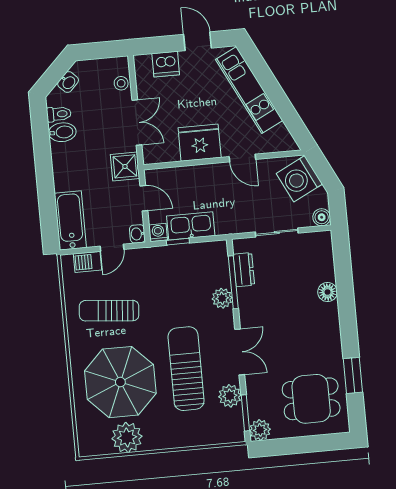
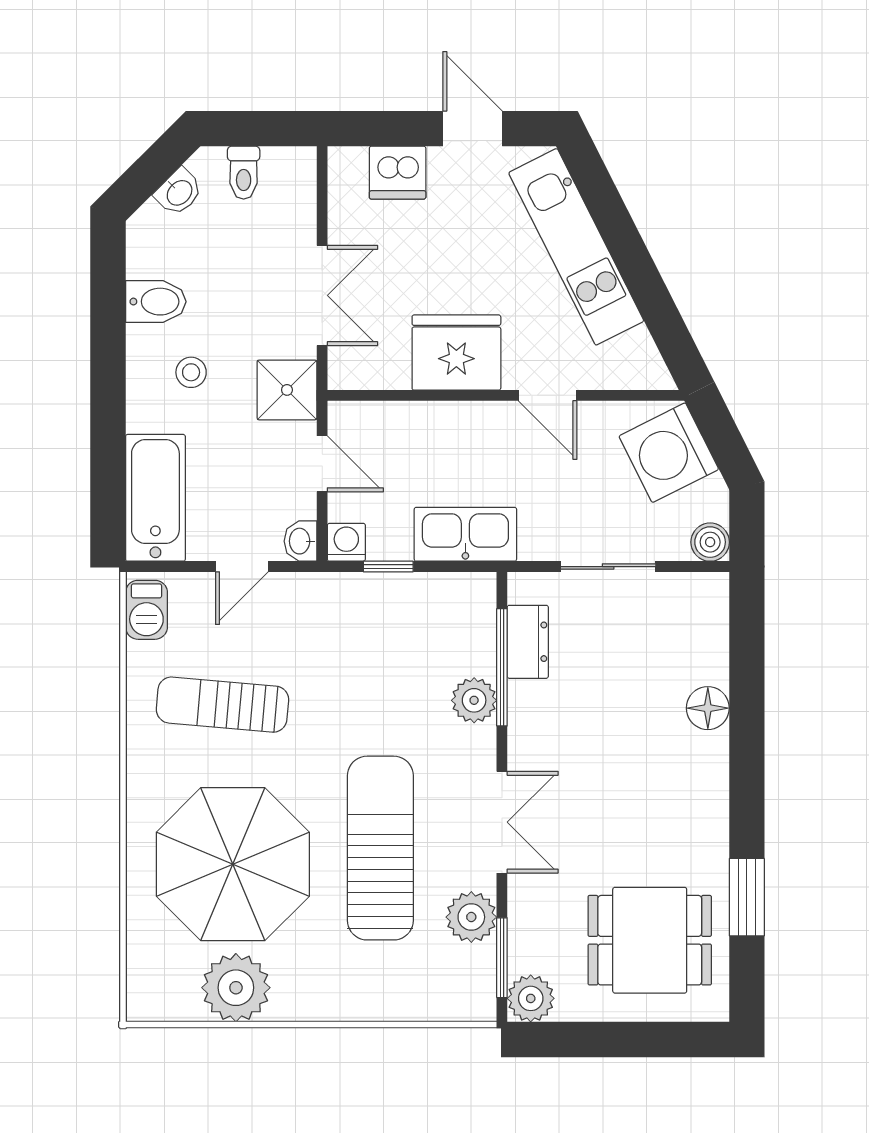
stool: (121, 83) -> (191, 372), moved
toilet: (59, 114) -> (244, 173), moved, turned 90
kitchen sink: (191, 226) -> (465, 534), moved
barbecue: (88, 262) -> (146, 610), moved, turned -90

